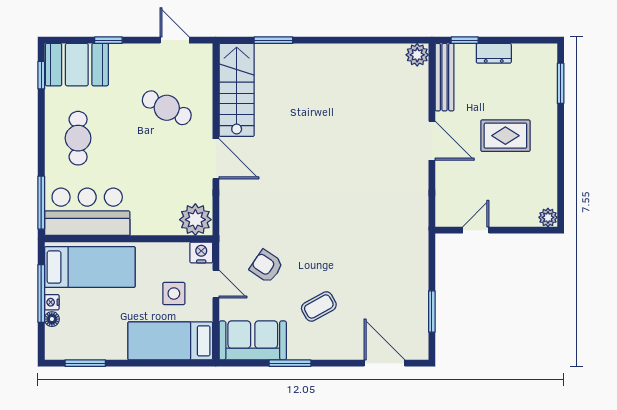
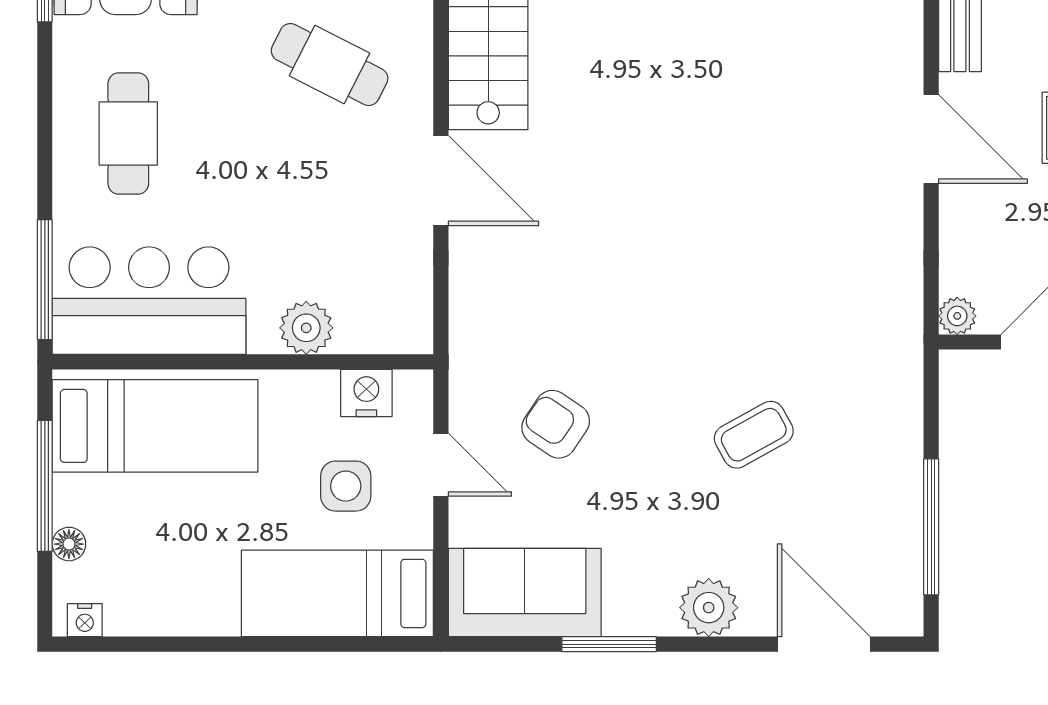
plant: (443, 219) -> (957, 316), added
plant: (195, 220) -> (306, 328), moved, width x0.73, depth x0.73
nightstand: (201, 252) -> (366, 393), moved
nightstand: (52, 302) -> (85, 620), moved, turned -90
coffee table: (319, 306) -> (754, 435), moved
window: (432, 312) -> (931, 527), width x1.44
plant: (334, 347) -> (709, 608), added
window: (85, 363) -> (145, 644), removed

